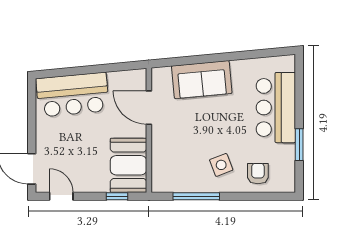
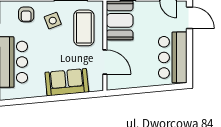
bar counter: (73, 95) -> (173, 57), moved, turned -85
coffee table: (178, 155) -> (84, 28), added

